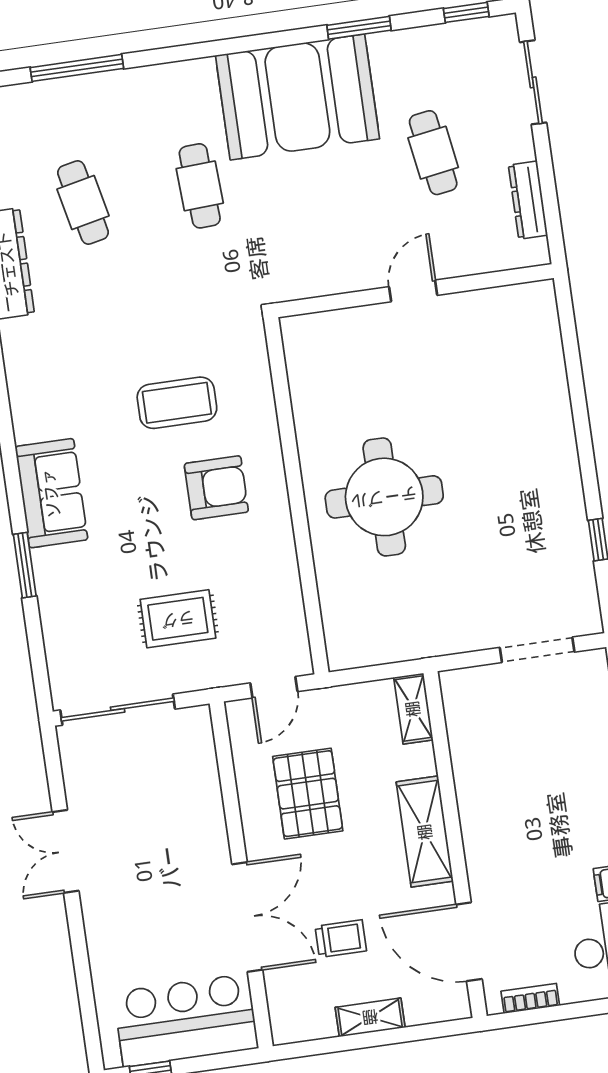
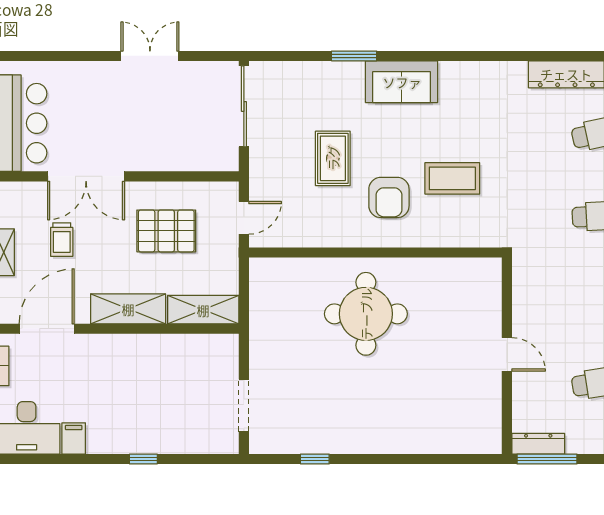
dresser: (528, 200) -> (538, 444), moved
window: (552, 214) -> (547, 459), added
coffee table: (177, 403) -> (452, 178), turned 90
rug: (178, 619) -> (333, 158), moved
door: (274, 687) -> (244, 218), swing flipped
shelving: (413, 709) -> (203, 310), width x1.50, depth x1.33

